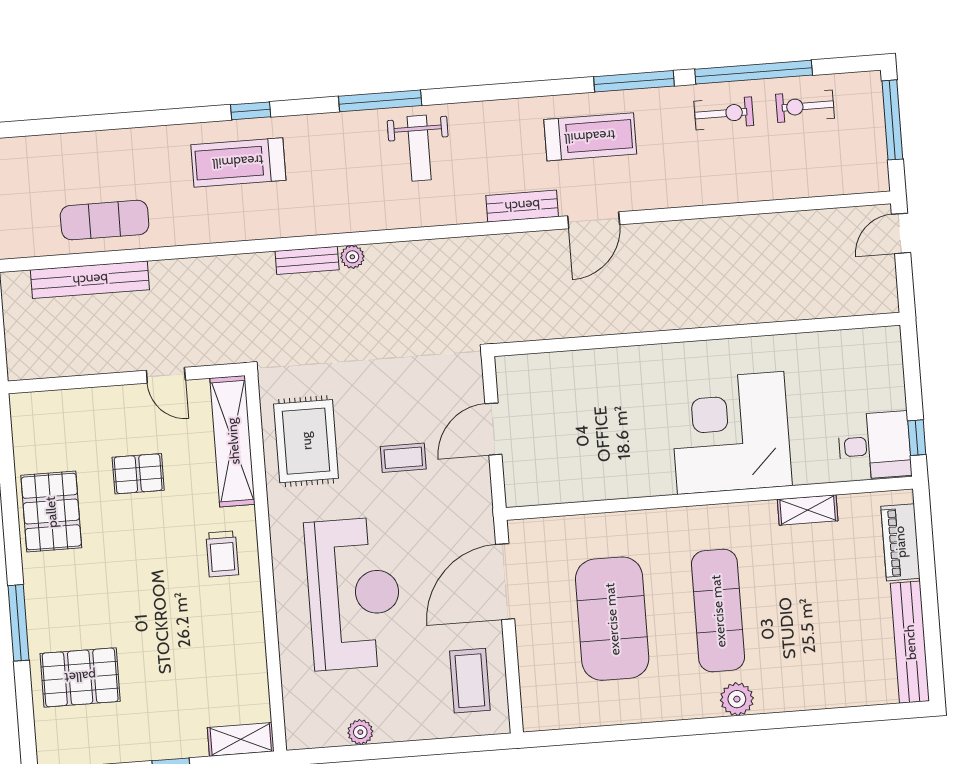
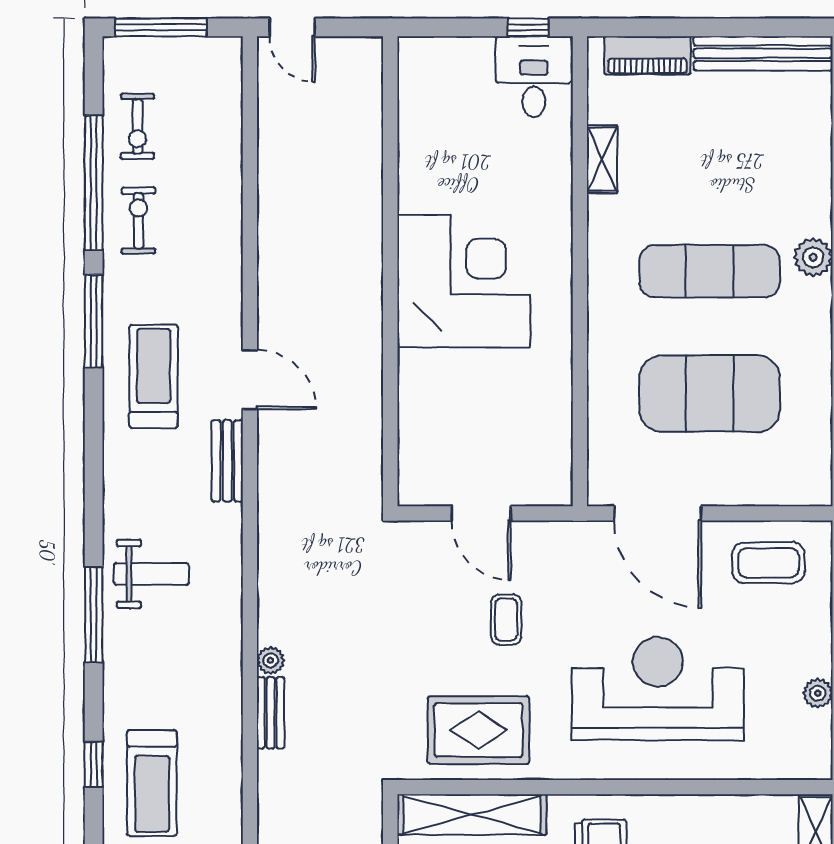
corner desk: (731, 433) -> (464, 281), moved, turned 180

